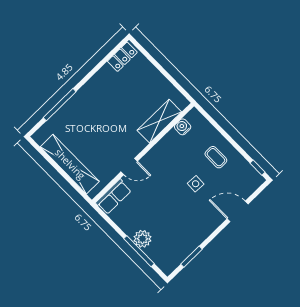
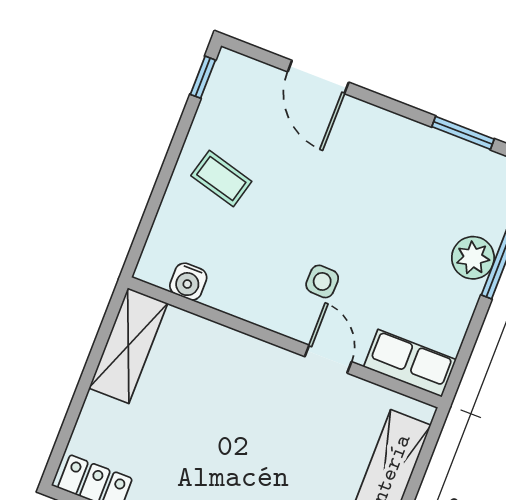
shelving: (159, 121) -> (128, 346), moved, turned 90
coffee table: (216, 157) -> (221, 179), turned -75
side table: (196, 184) -> (322, 281), moved

